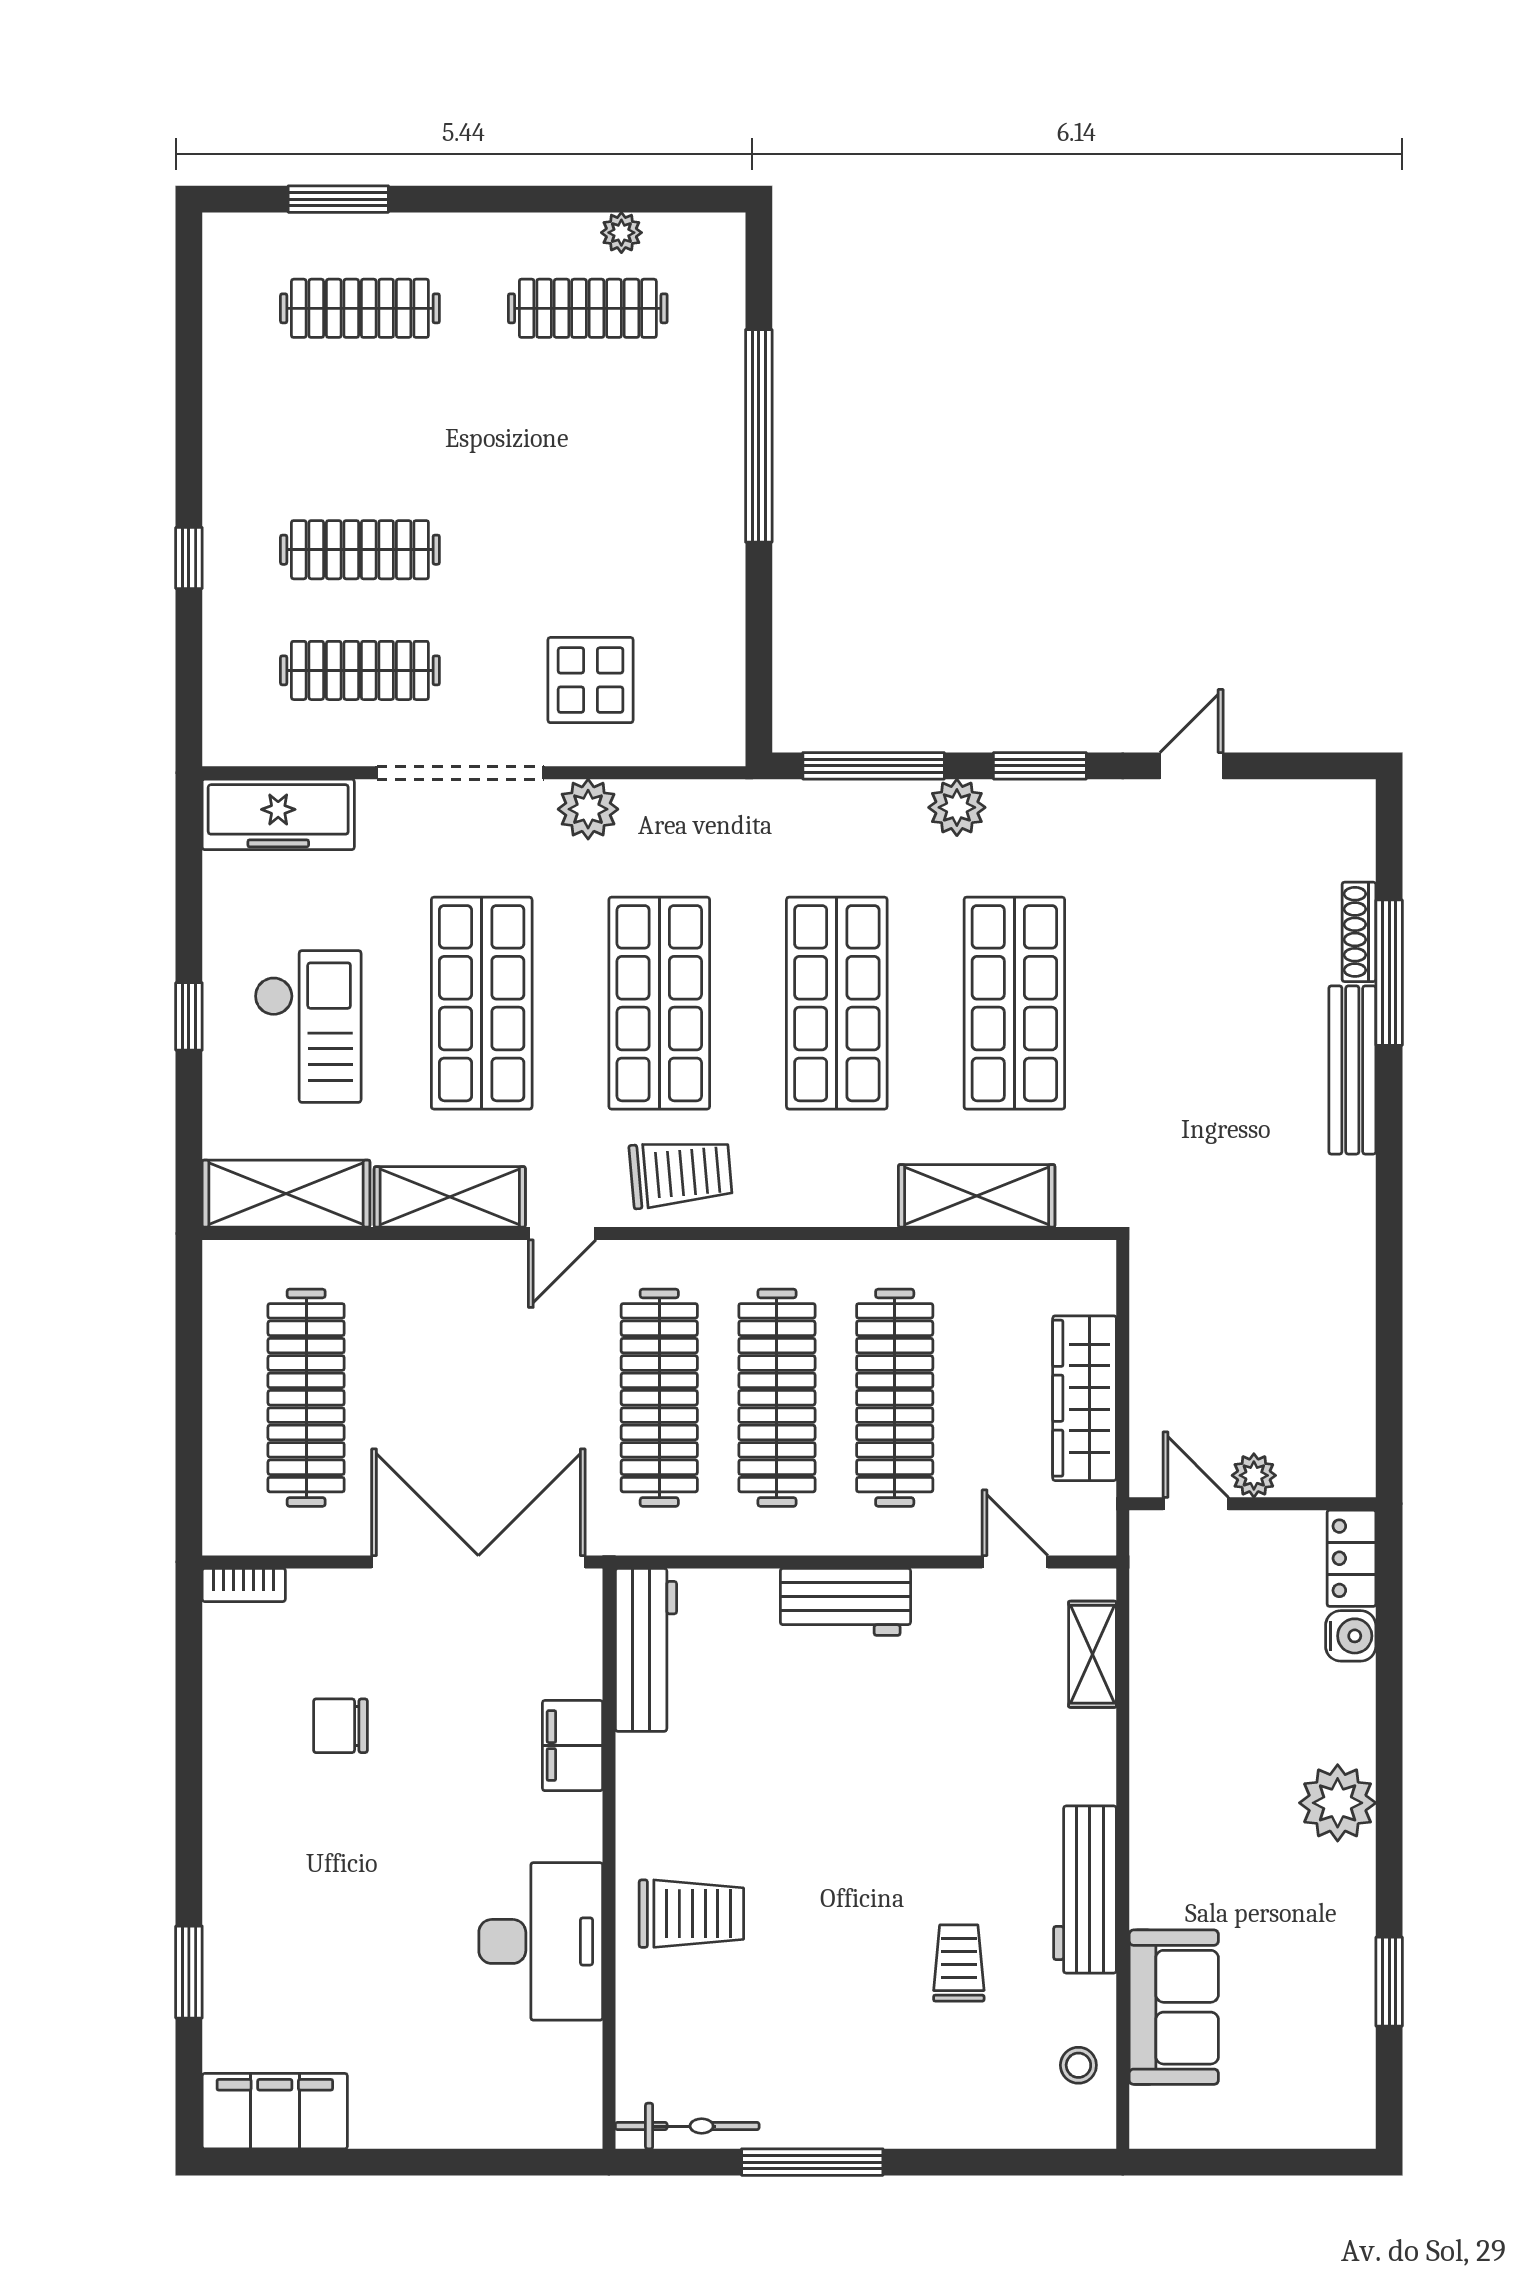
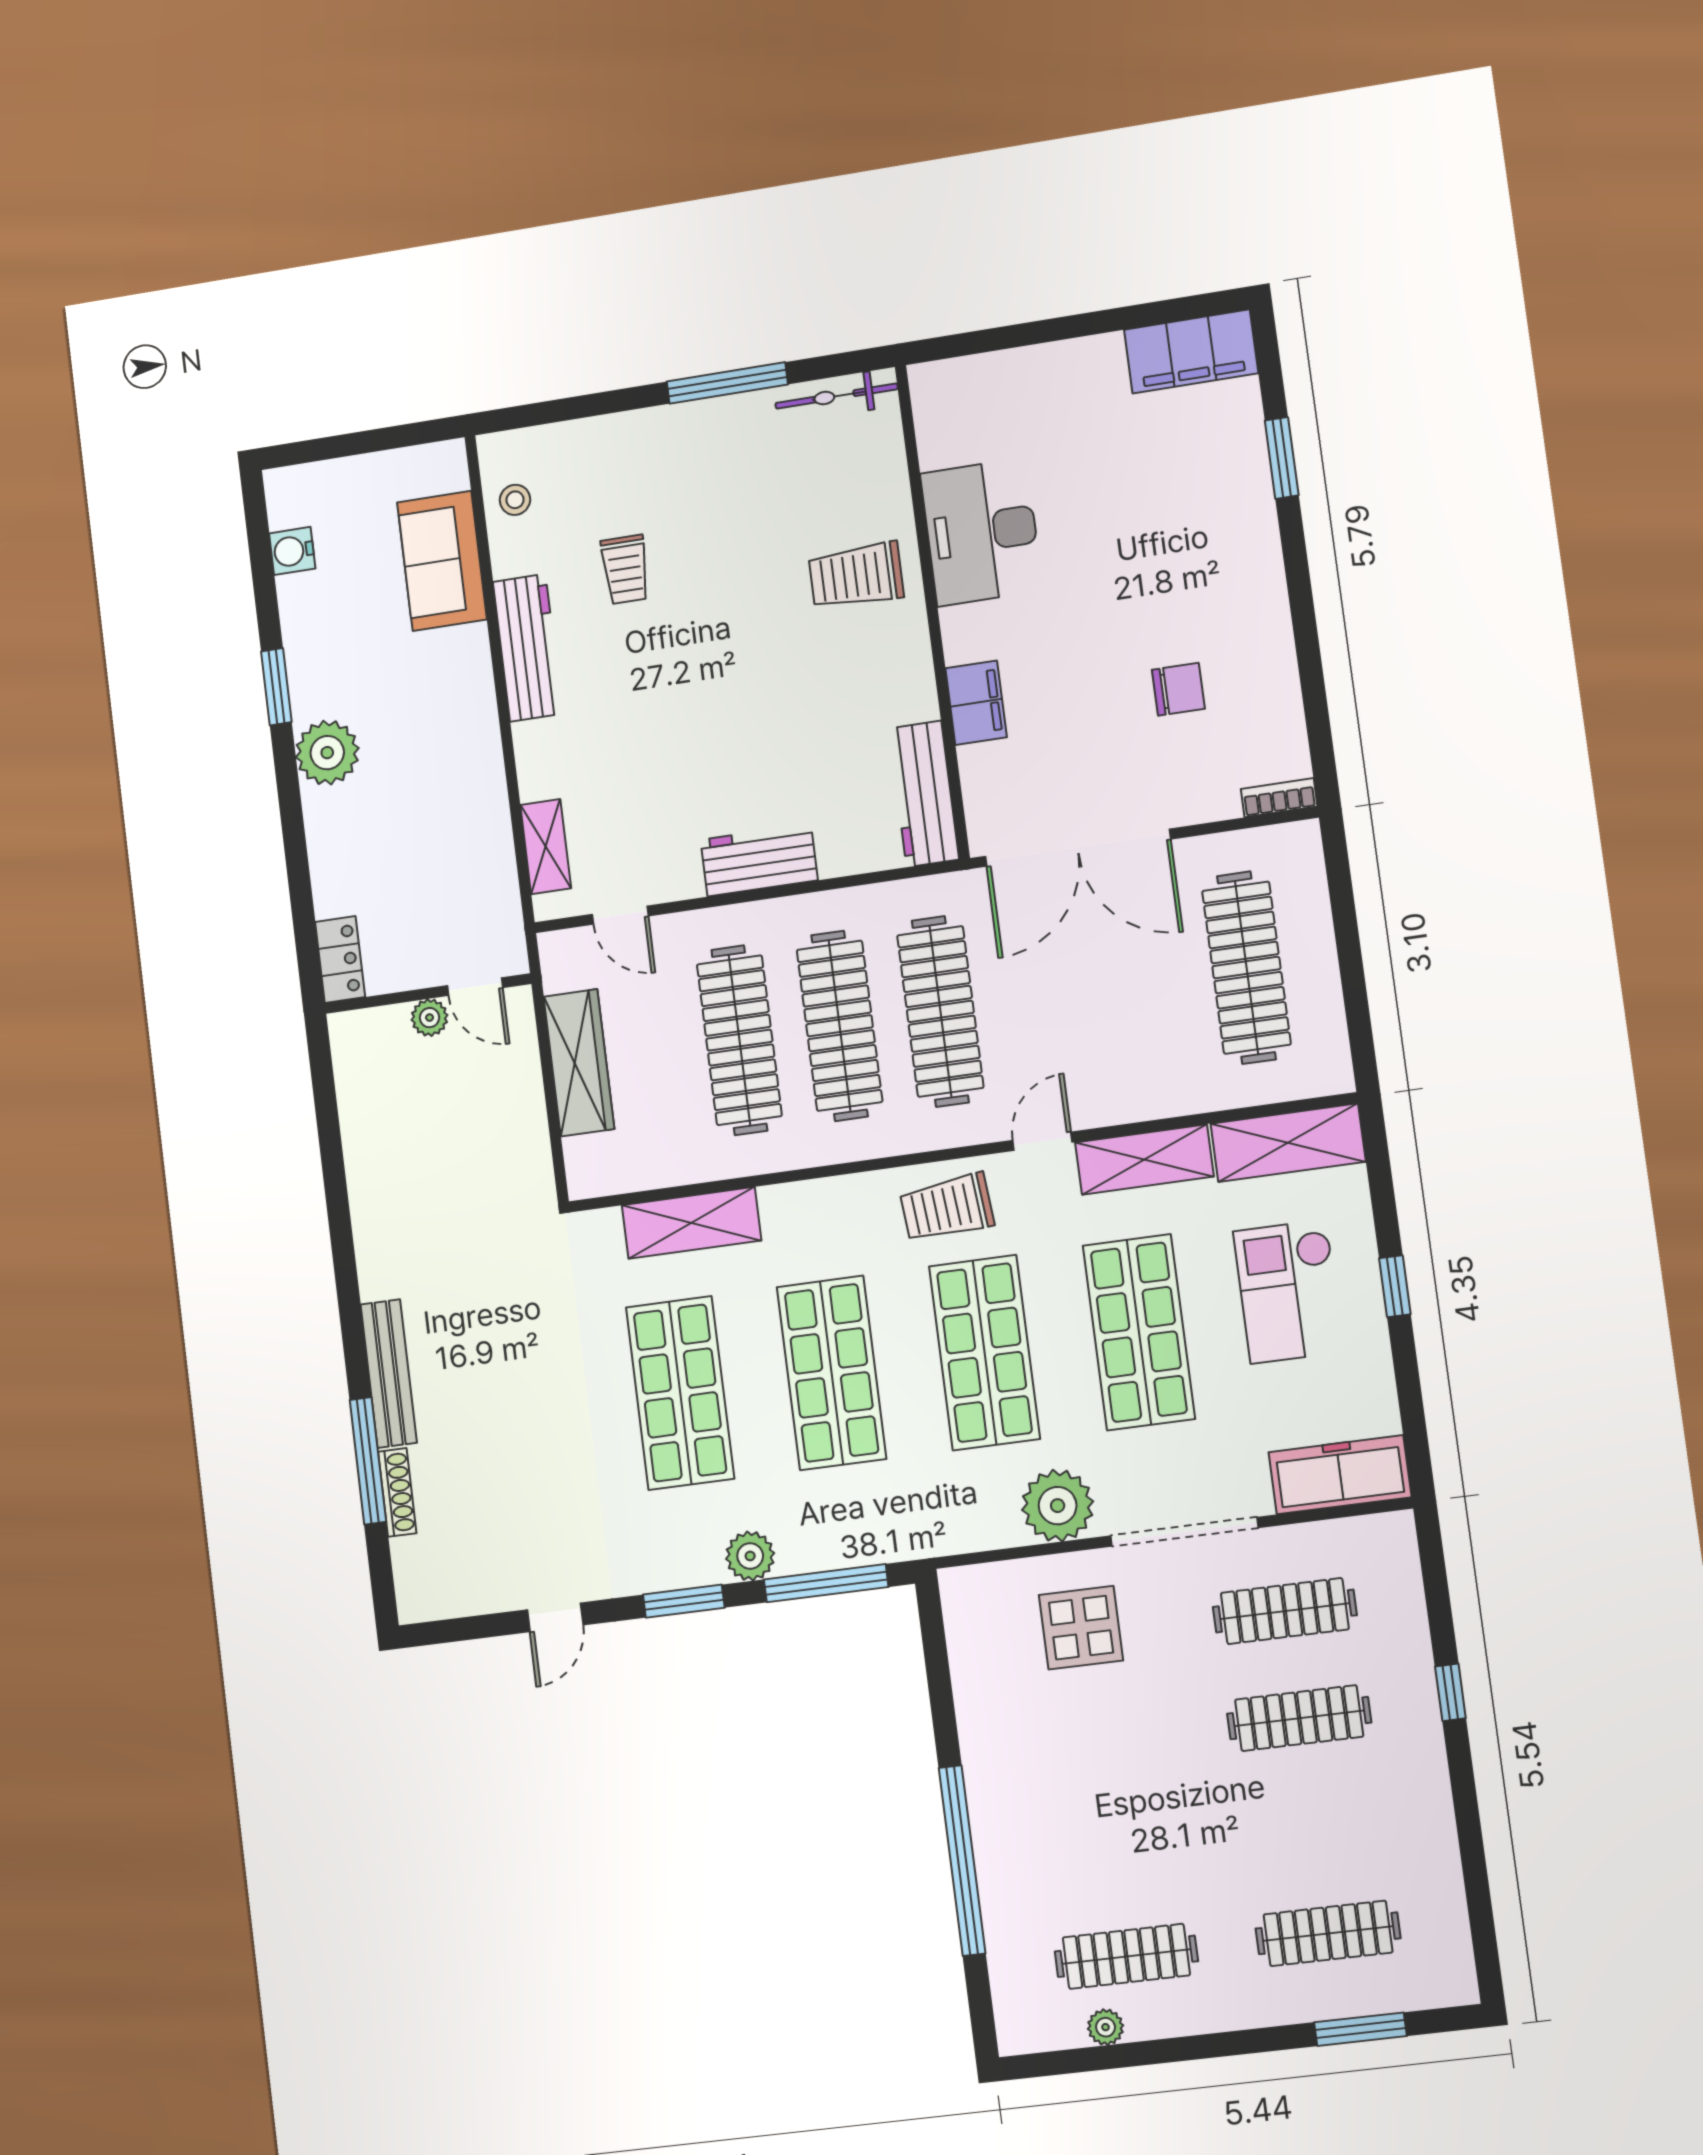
plant: (588, 809) -> (1058, 1506), width x1.36, depth x1.36
water cooler: (1351, 1636) -> (292, 551), moved
window: (1389, 1982) -> (276, 687), moved

